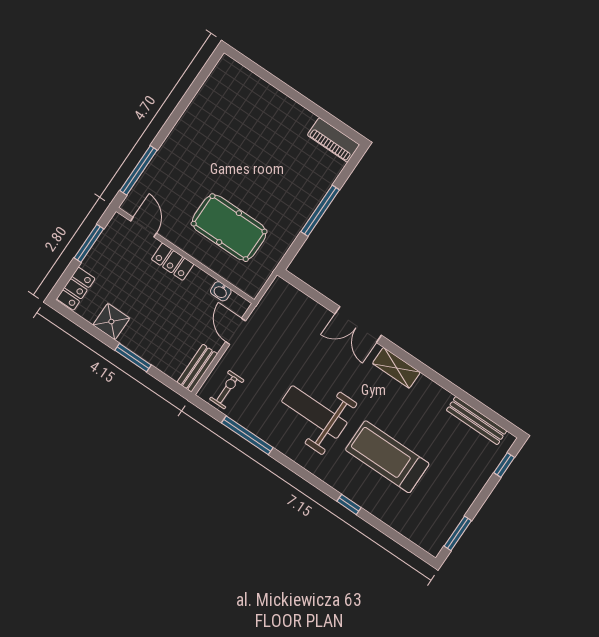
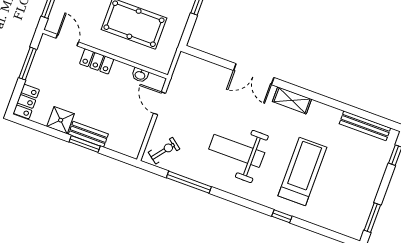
bench: (197, 368) -> (88, 134), moved, turned 90
exercise bike: (227, 390) -> (164, 151), turned 38
treadmill: (387, 457) -> (302, 172), turned 90

